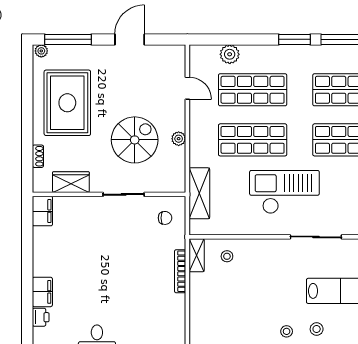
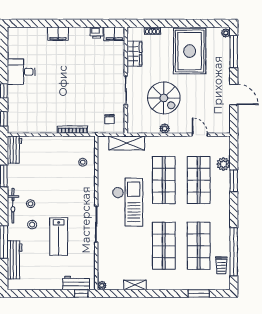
window: (295, 39) -> (234, 181), moved
door: (187, 88) -> (200, 135), swing flipped
rug: (67, 103) -> (190, 51), turned 90
shelving: (197, 255) -> (83, 141), removed
printer: (41, 317) -> (97, 33), moved

